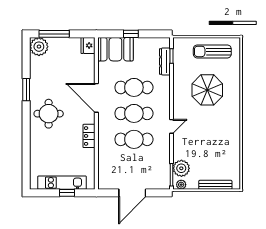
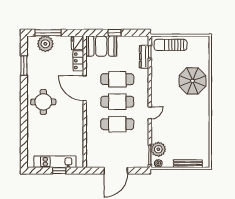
plant: (39, 47) -> (45, 44), moved
sun lounger: (212, 51) -> (171, 45), moved
window: (26, 90) -> (24, 66), moved
parasol: (207, 90) -> (193, 81), moved
locker: (89, 136) -> (78, 61), moved

